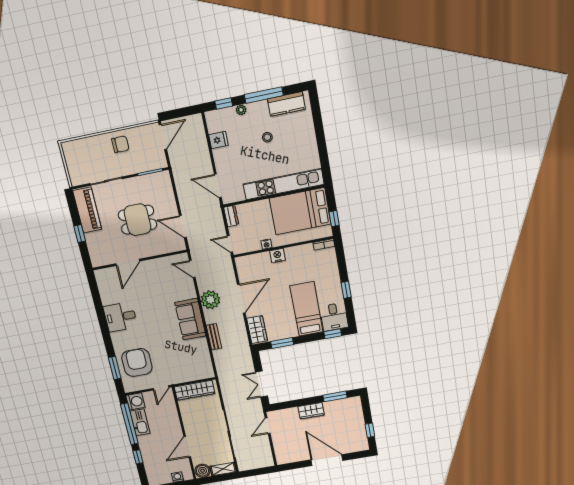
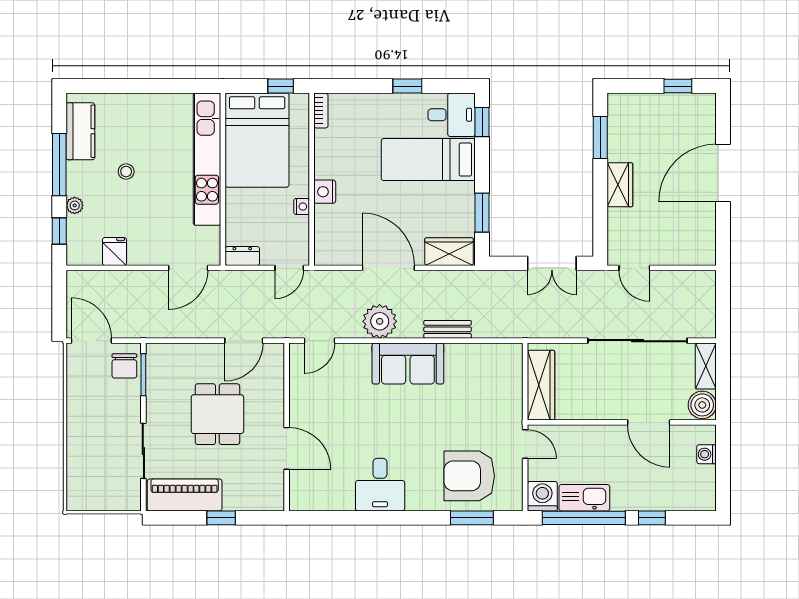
chair: (120, 144) -> (124, 366), moved, turned 180

